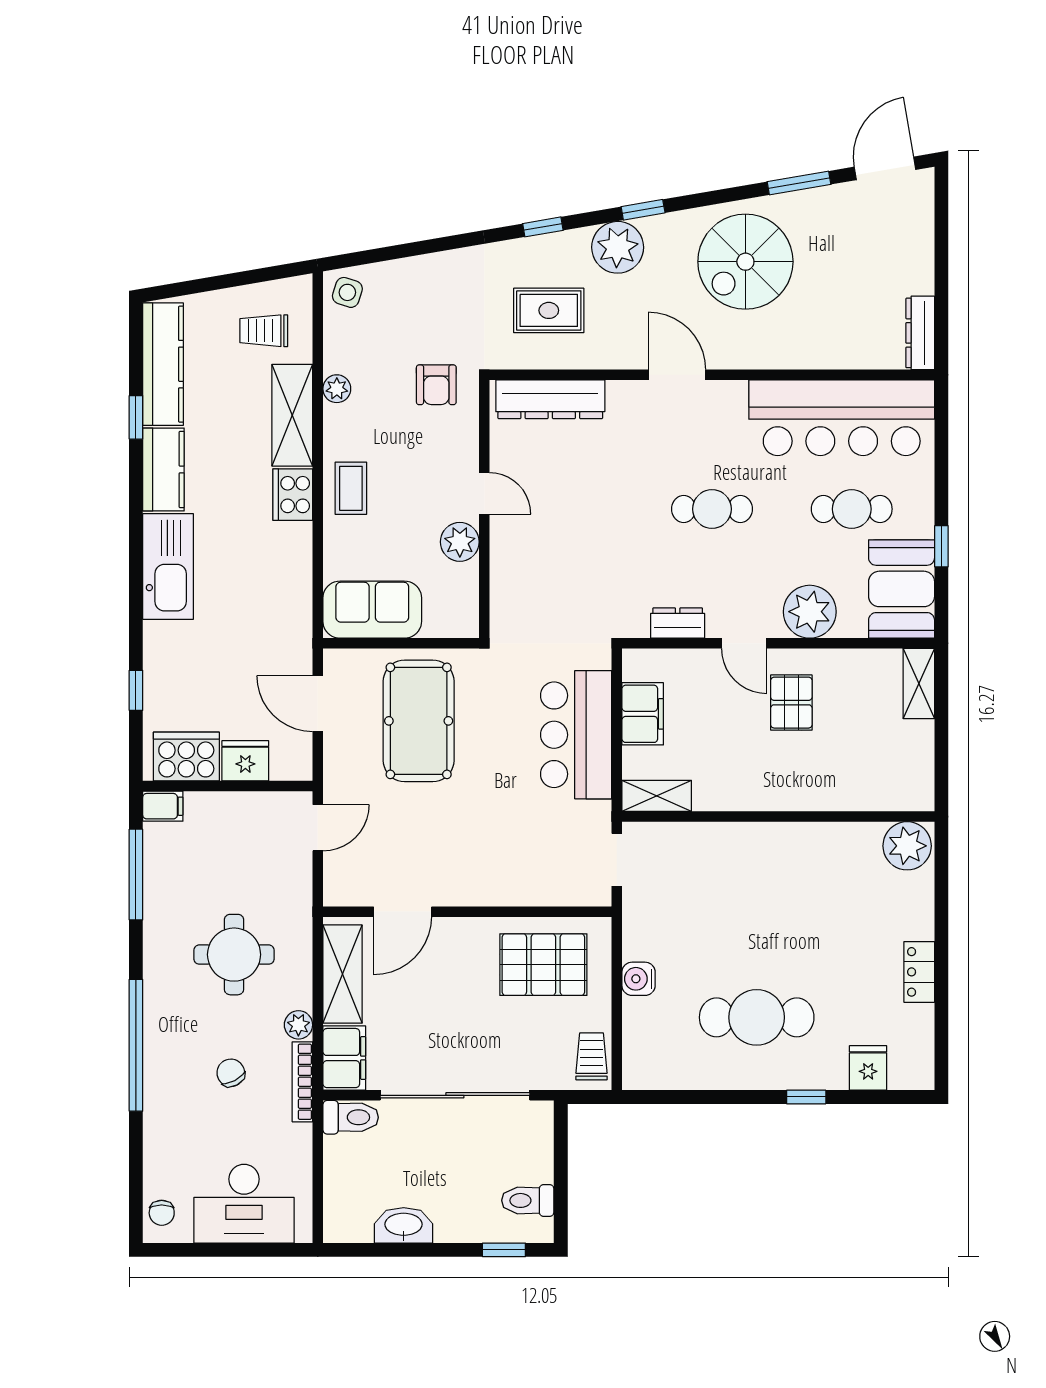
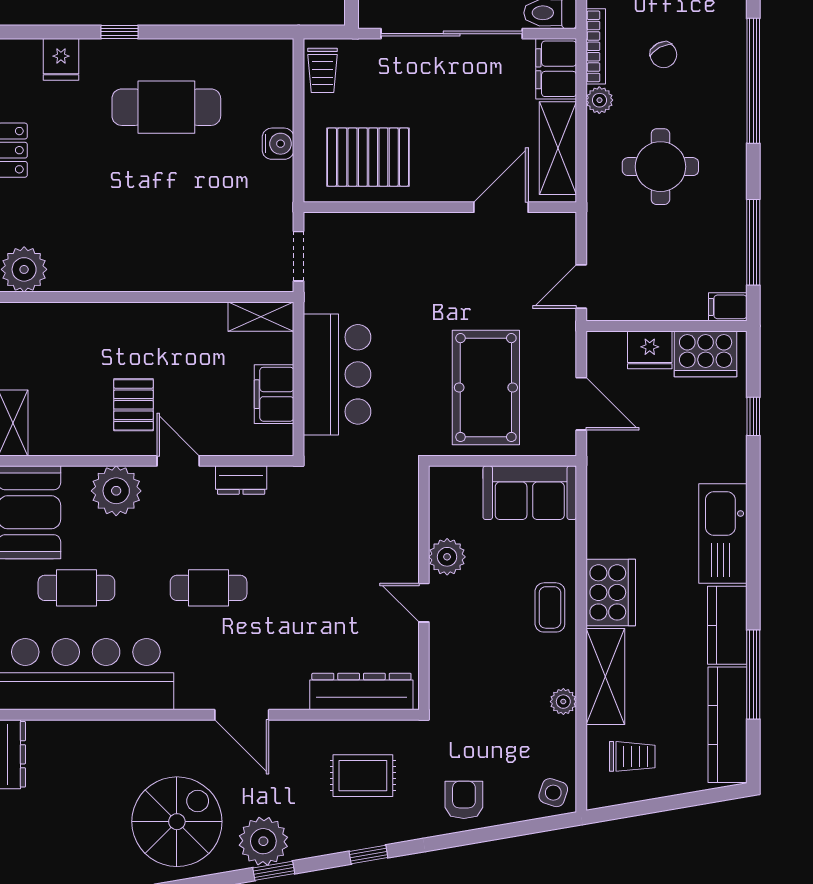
plant: (618, 247) -> (263, 841), moved
armchair: (436, 385) -> (464, 800), moved
window: (136, 417) -> (753, 675), width x2.17
cooker: (293, 495) -> (611, 592), width x1.37, depth x1.31

